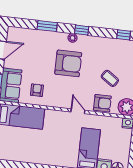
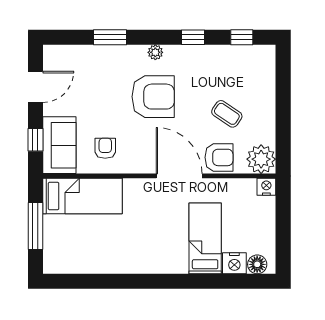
window: (82, 30) -> (193, 37), moved
door: (78, 111) -> (179, 176), width x1.88

